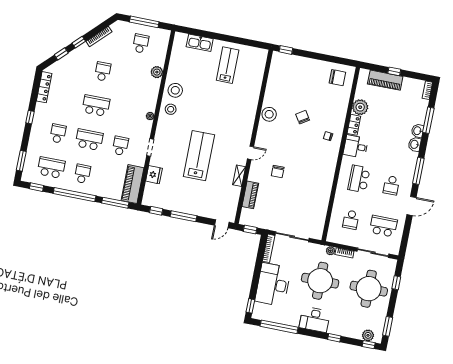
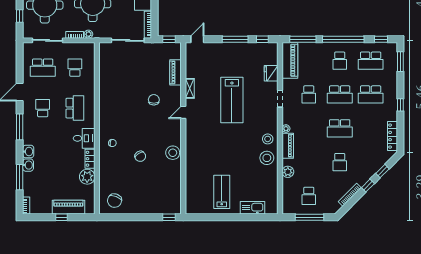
lab bench: (228, 65) -> (222, 192), turned 180
chair: (337, 78) -> (115, 201), turned -69
piano: (152, 98) -> (288, 146), added
school desk: (58, 134) -> (371, 94), width x1.85

